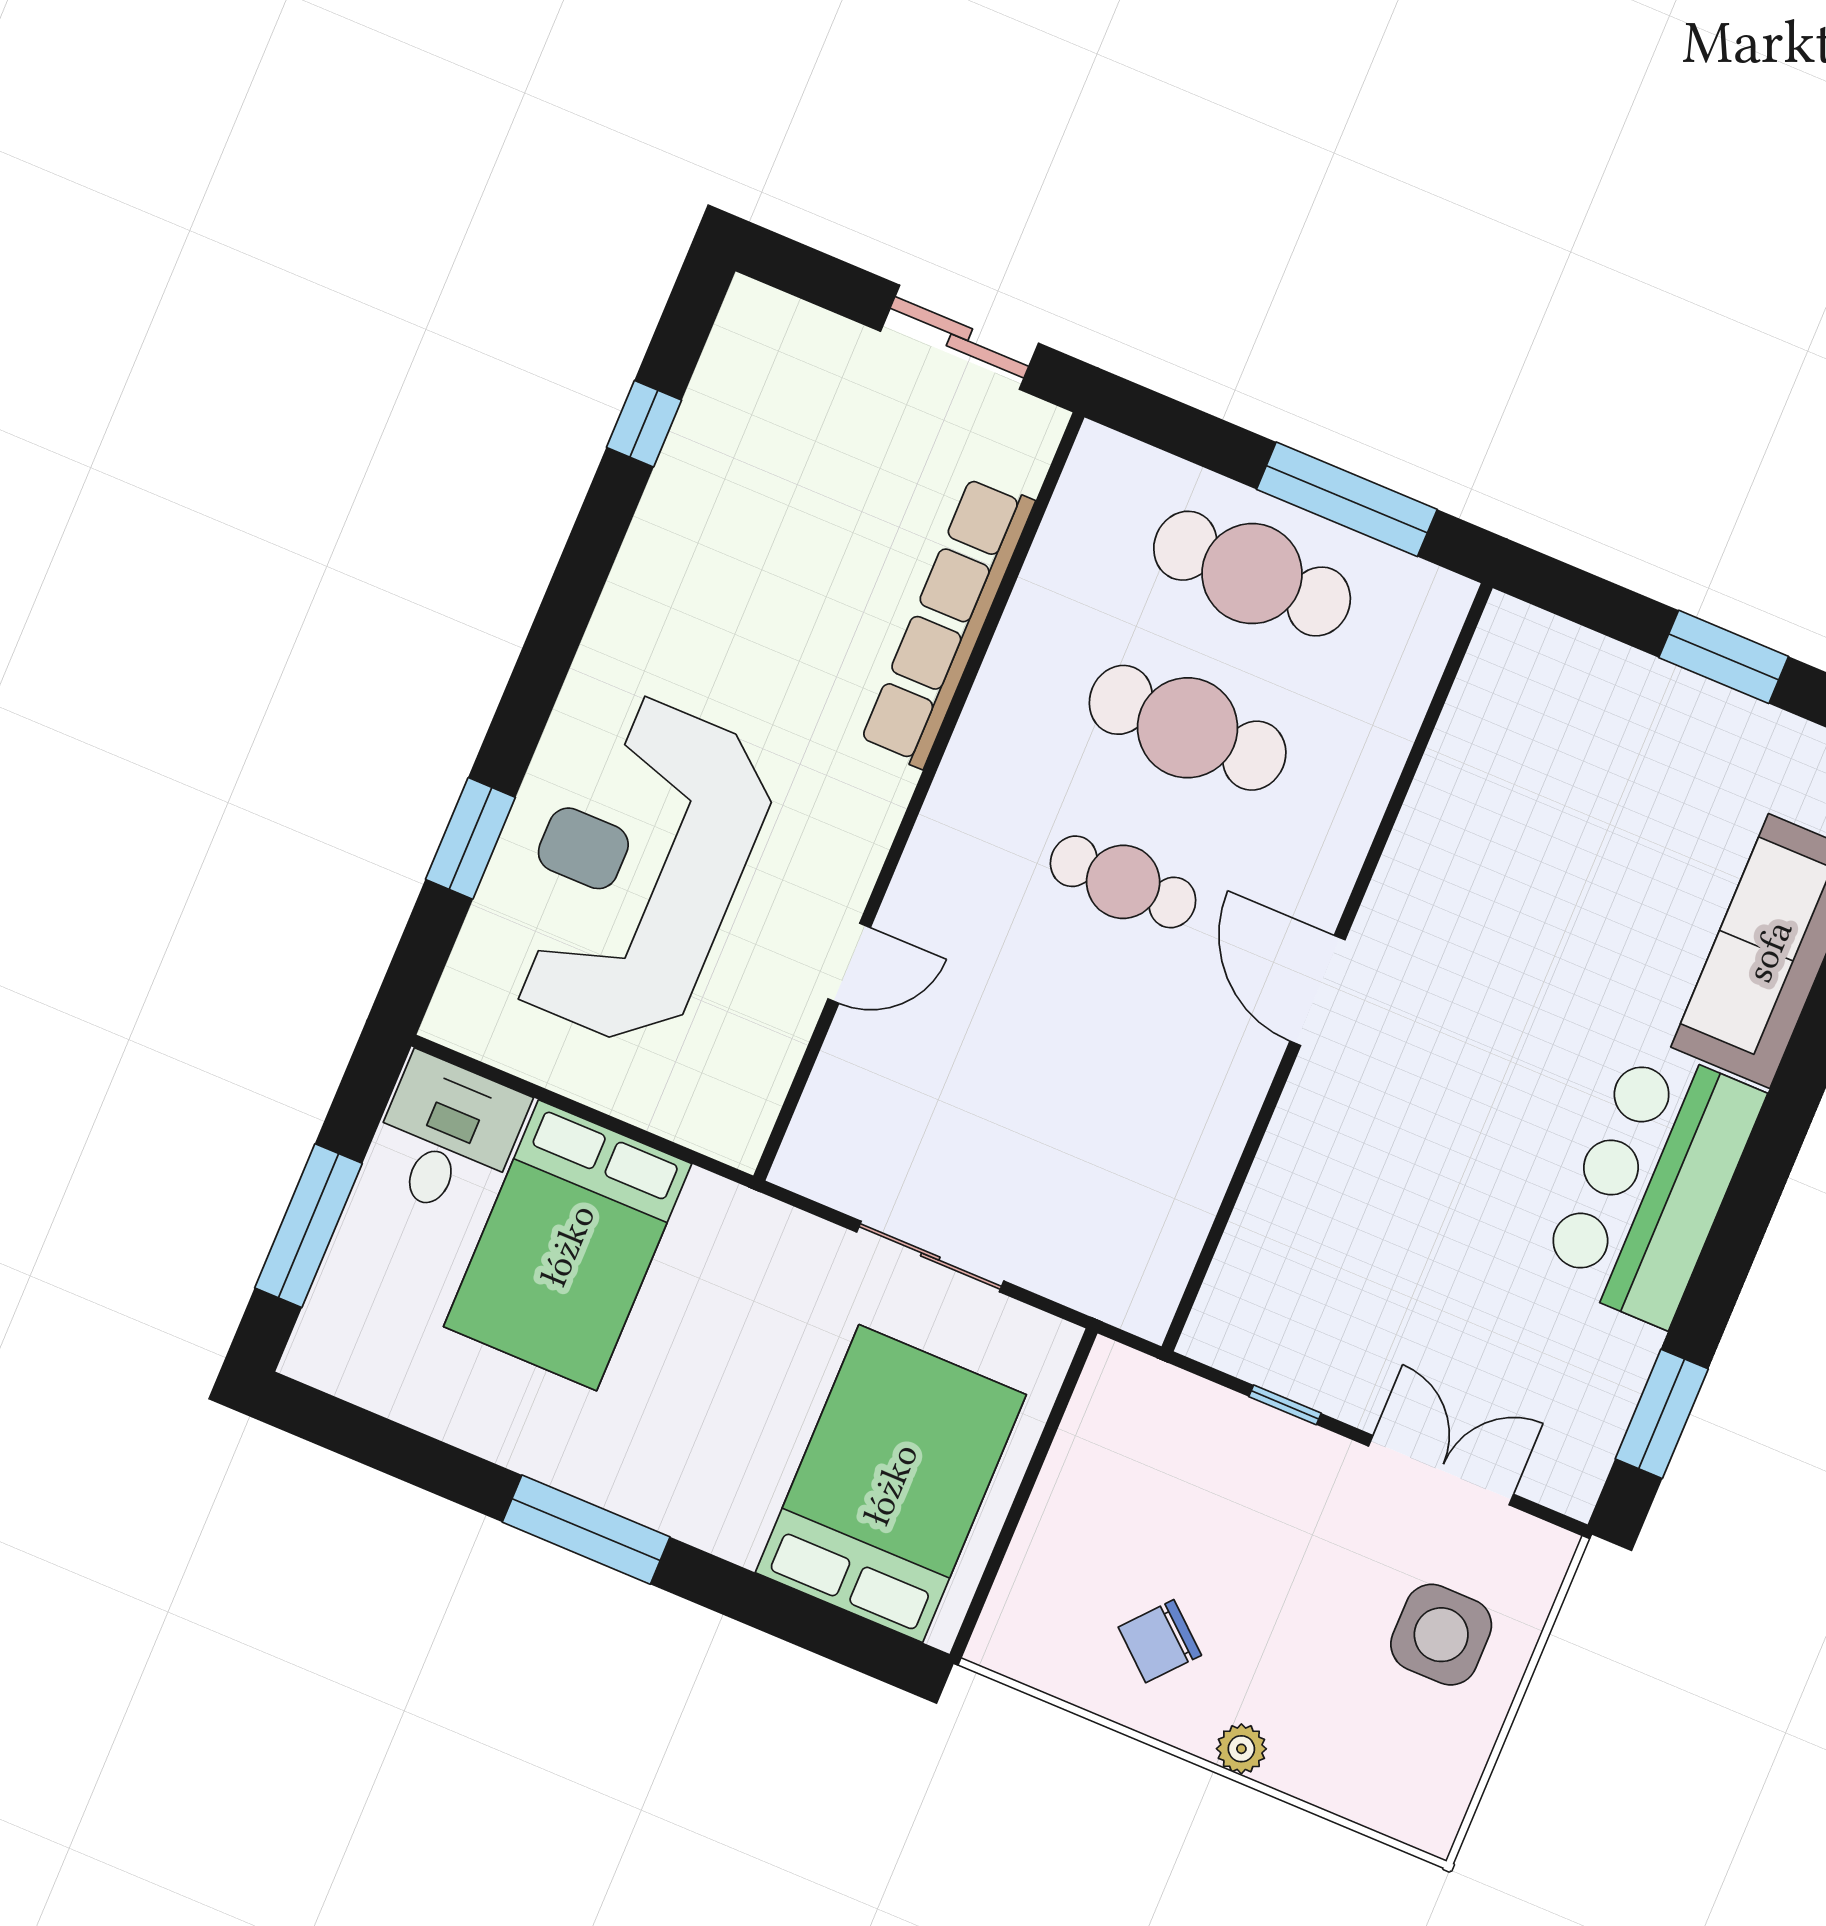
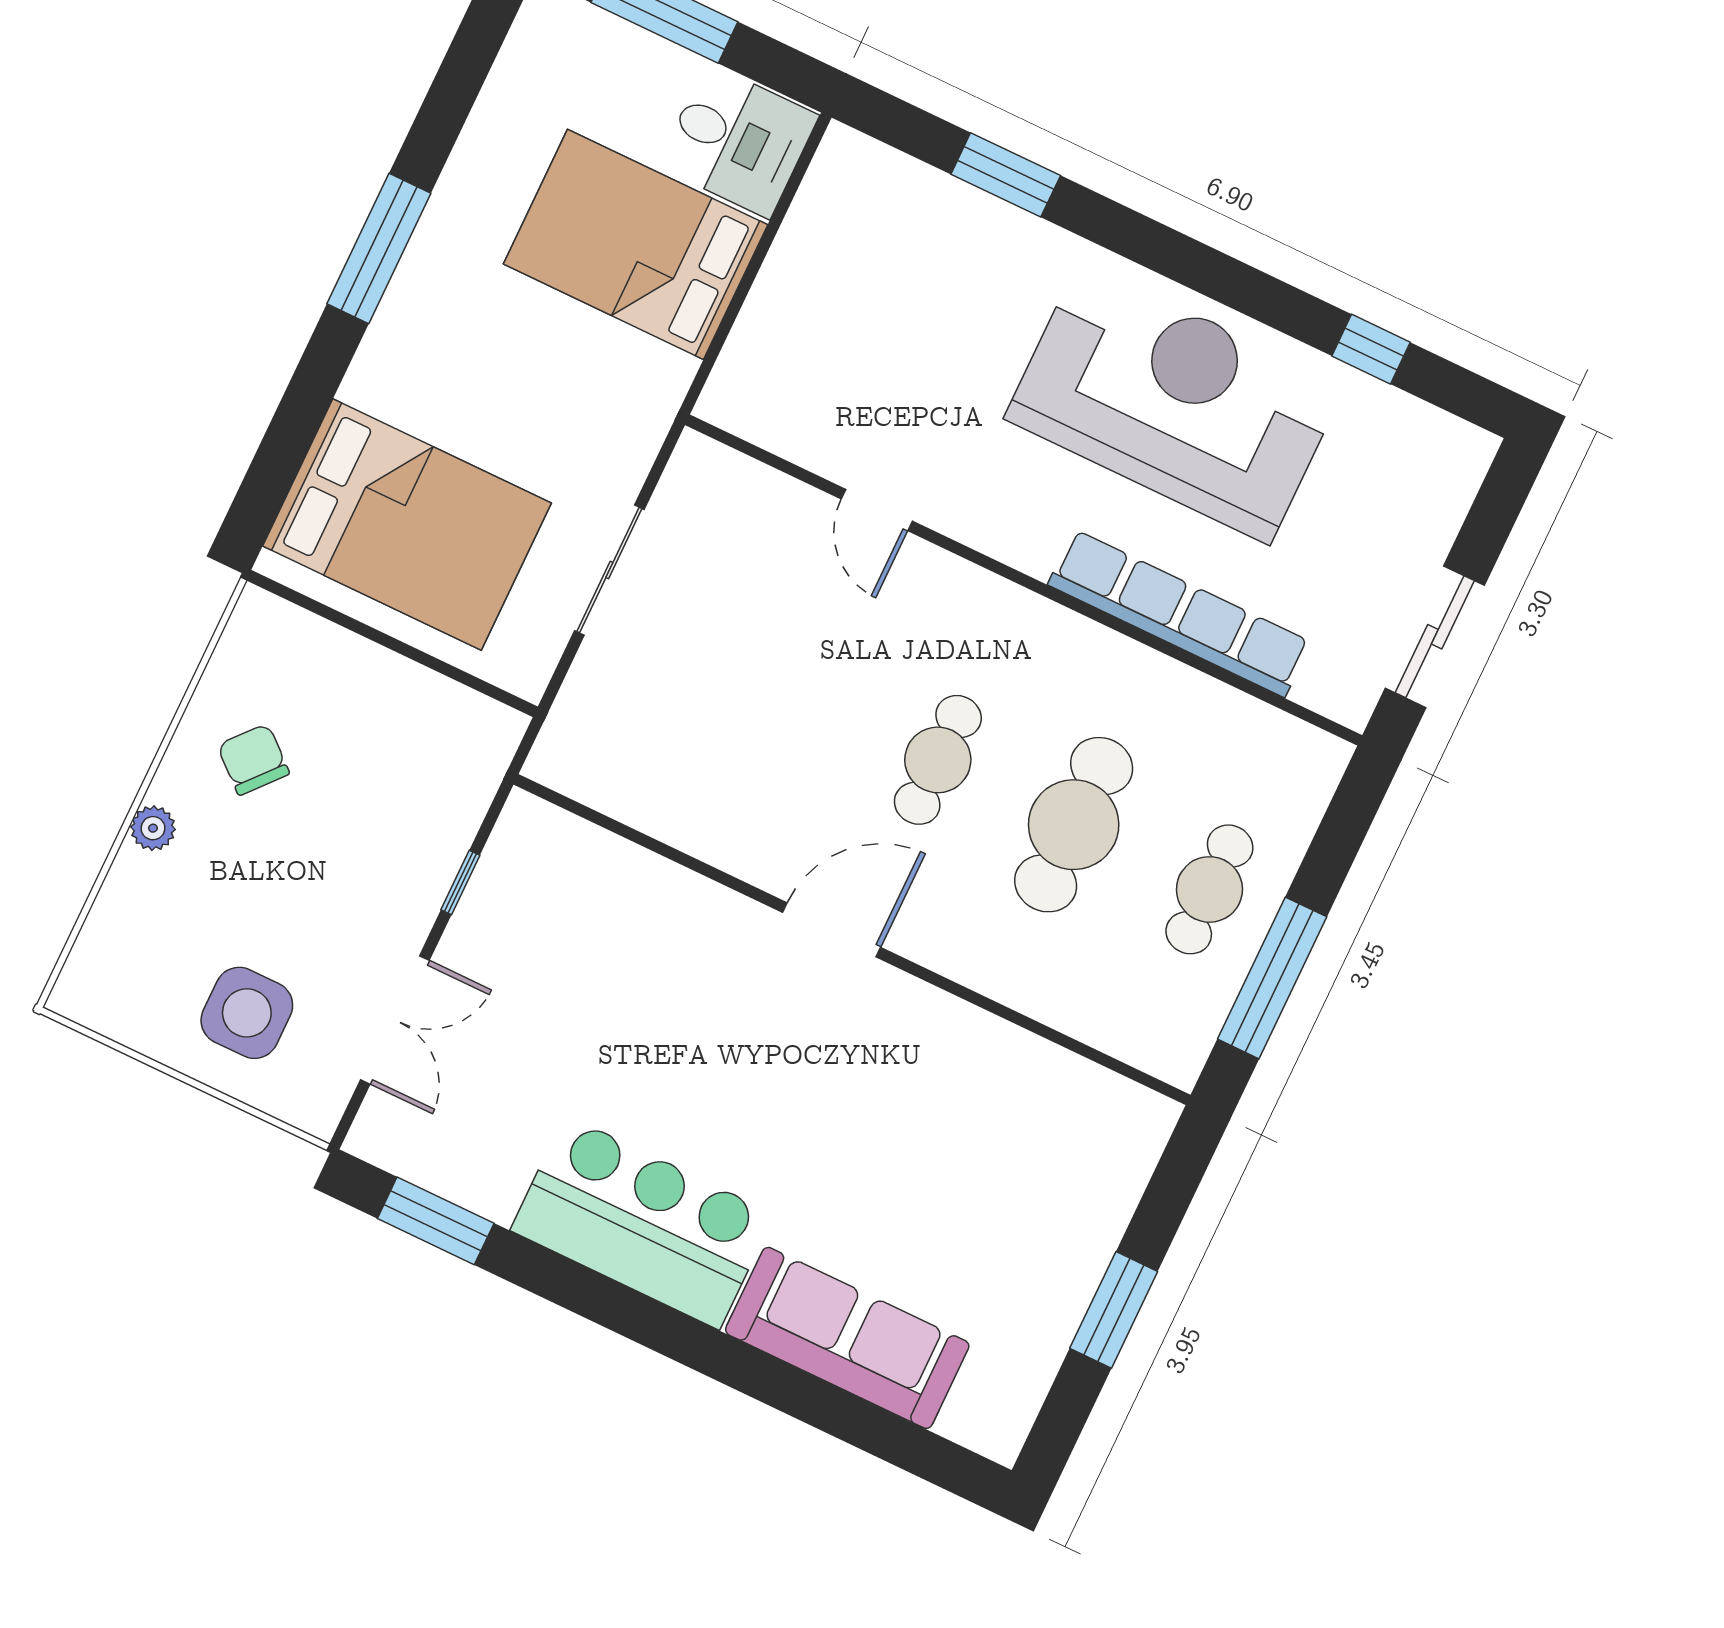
cafe table: (1252, 574) -> (1209, 889), width x0.73, depth x0.74
reception desk: (636, 870) -> (1175, 402), moved

